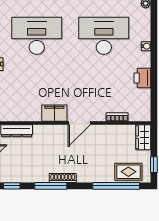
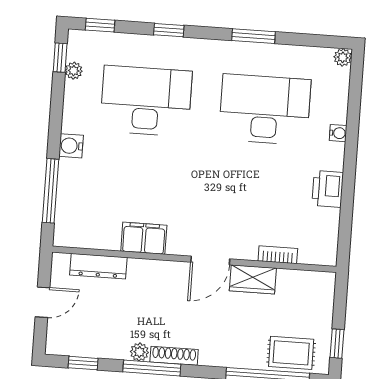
filing cabinet: (54, 113) -> (144, 238), moved
wardrobe: (143, 137) -> (253, 279), moved, turned -90
plant: (43, 177) -> (139, 352), added

